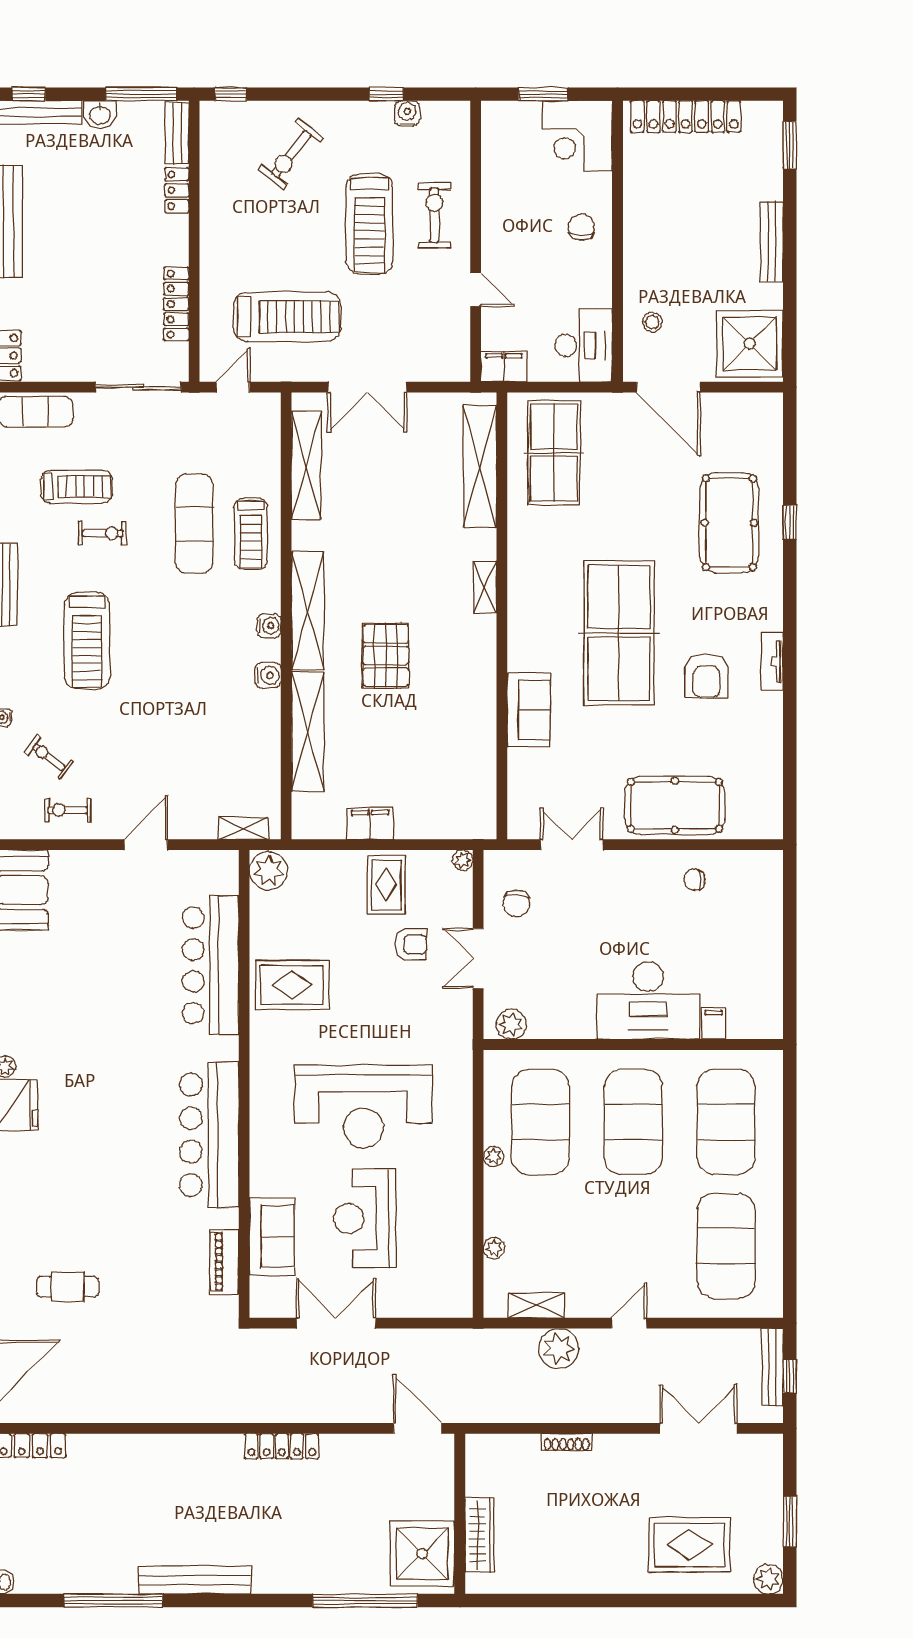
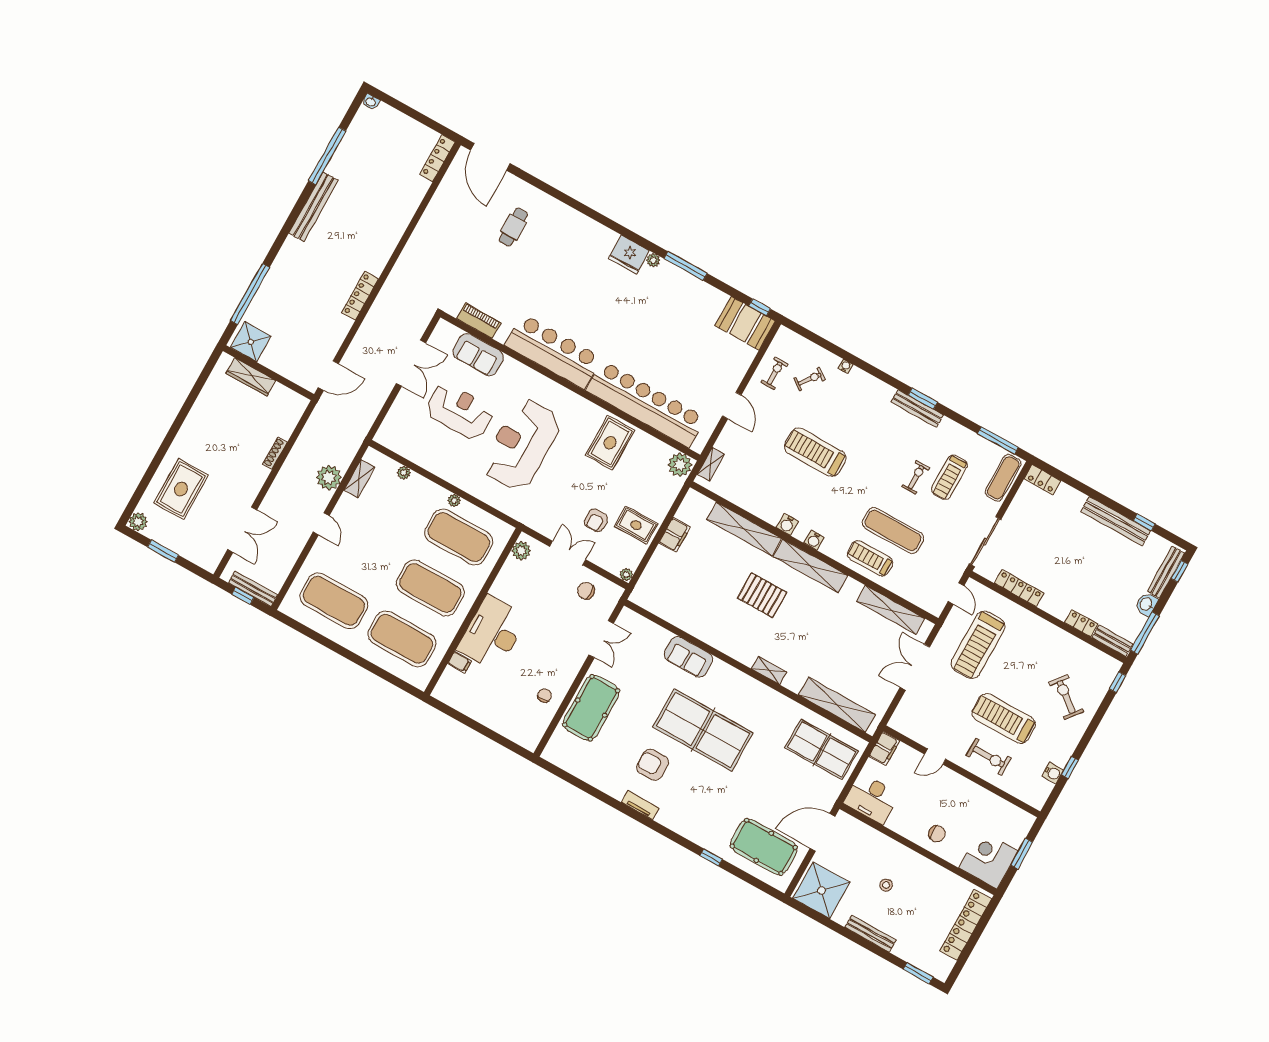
stool: (652, 322) -> (886, 885), moved
pool table: (729, 523) -> (764, 847), moved
exercise bike: (103, 533) -> (916, 477), turned 180
treadmill: (87, 641) -> (815, 452), moved
bar counter: (211, 965) -> (646, 404), width x1.36
shower: (422, 1554) -> (251, 342), width x0.73, depth x0.73

